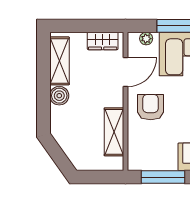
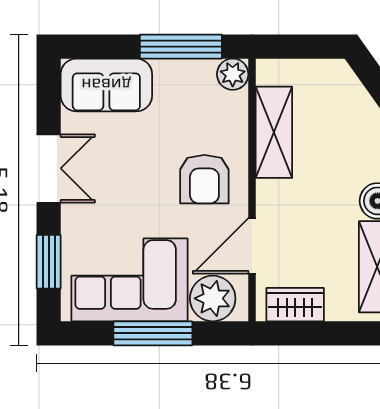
plant: (146, 39) -> (213, 298), width x1.87, depth x1.87
plant: (136, 162) -> (233, 74), added

